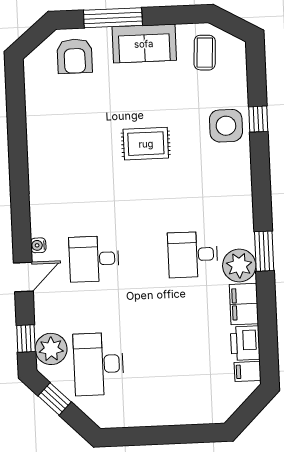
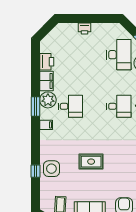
filing cabinet: (248, 371) -> (46, 125), moved
printer: (171, 414) -> (85, 28), added

